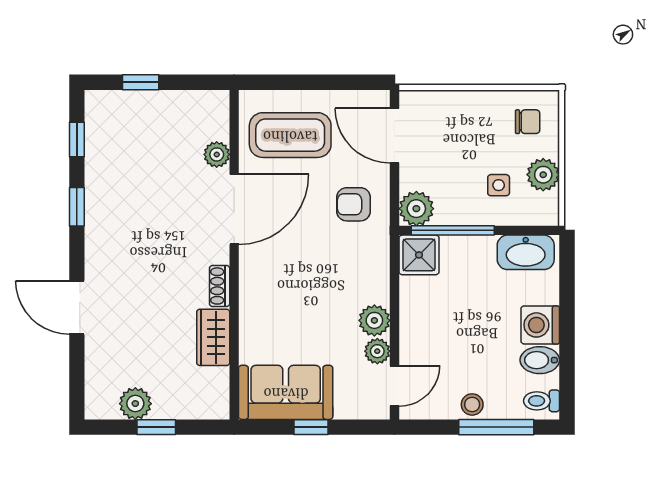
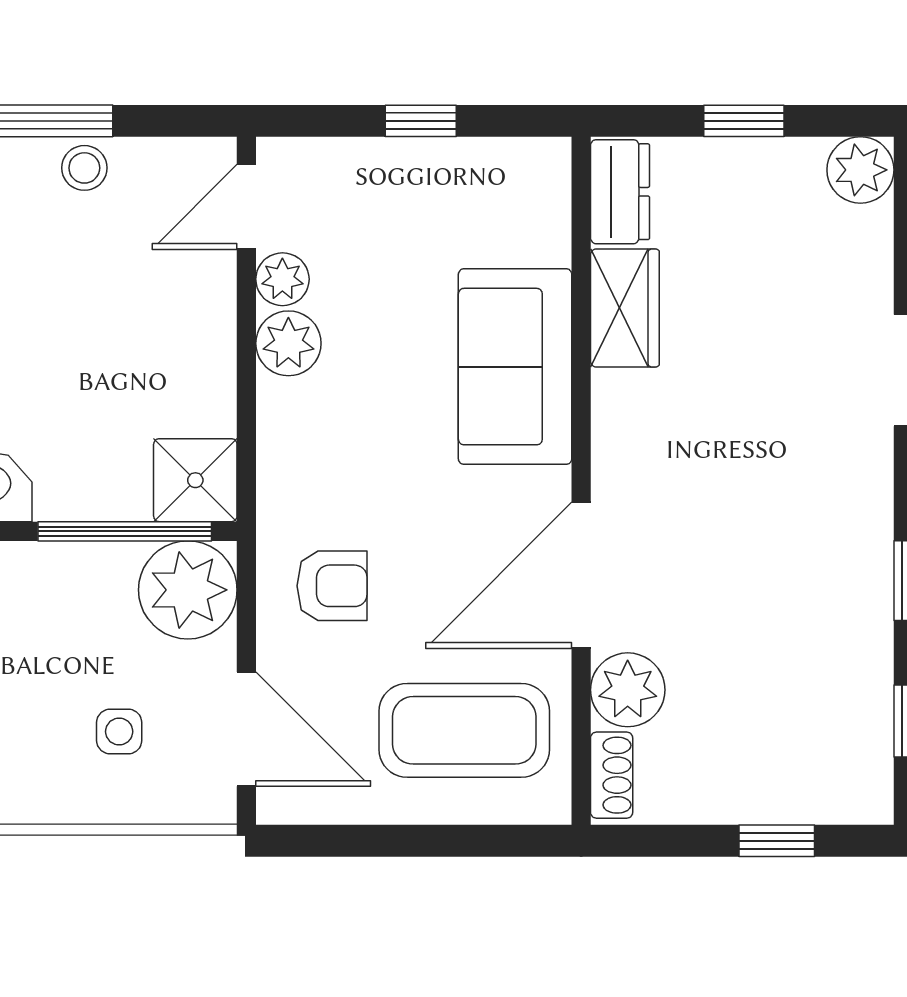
plant: (217, 154) -> (628, 690), width x1.38, depth x1.38
side table: (499, 185) -> (119, 732), moved
plant: (416, 209) -> (188, 590), width x1.36, depth x1.36
shoe rack: (220, 286) -> (612, 775), moved
sofa: (286, 392) -> (515, 367), moved, turned 90
dresser: (216, 393) -> (620, 192), added
plant: (135, 404) -> (860, 170), moved

